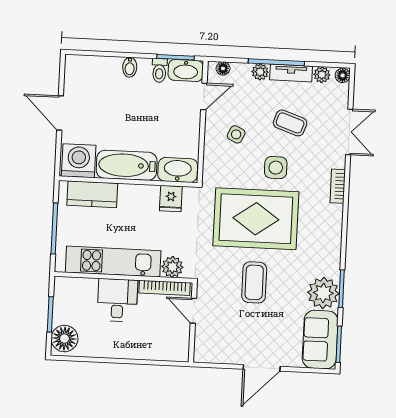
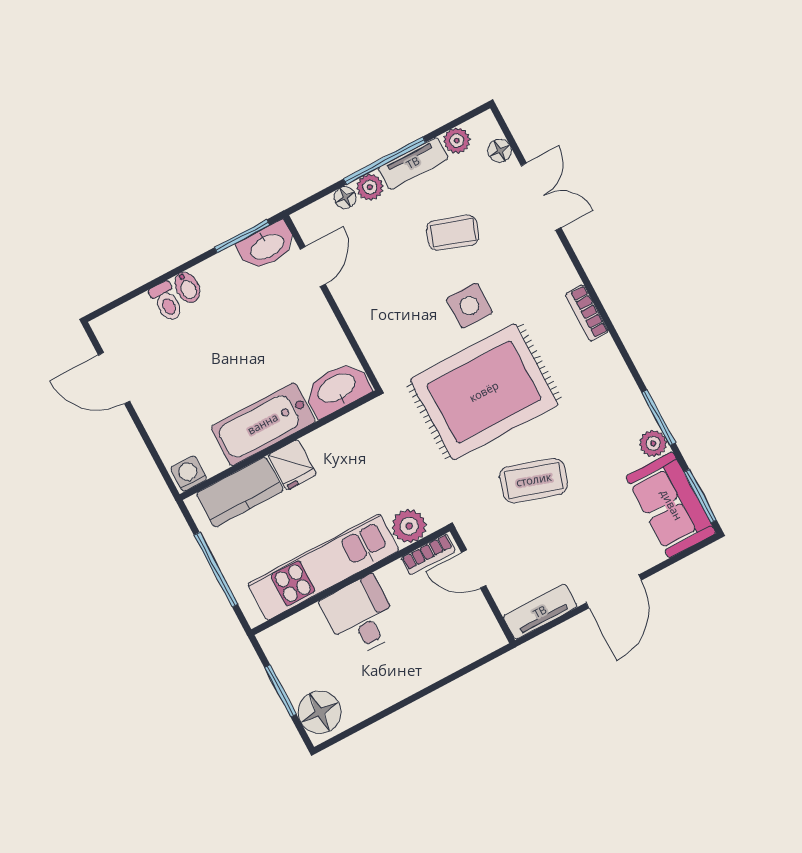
floor lamp: (223, 68) -> (345, 197), moved
toilet: (159, 70) -> (166, 302), moved
floor lamp: (343, 75) -> (500, 151), moved
door: (60, 113) -> (114, 378), moved
side table: (236, 134) -> (388, 292), removed
washing machine: (79, 161) -> (189, 474), width x0.53, depth x0.53
bookcase: (338, 186) -> (587, 313), moved
fridge: (171, 199) -> (292, 465), moved
coffee table: (254, 282) -> (534, 480), turned -72
bookcase: (165, 288) -> (428, 554), width x0.64
plant: (323, 293) -> (653, 443), width x0.53, depth x0.53
tv unit: (216, 355) -> (540, 612), added

